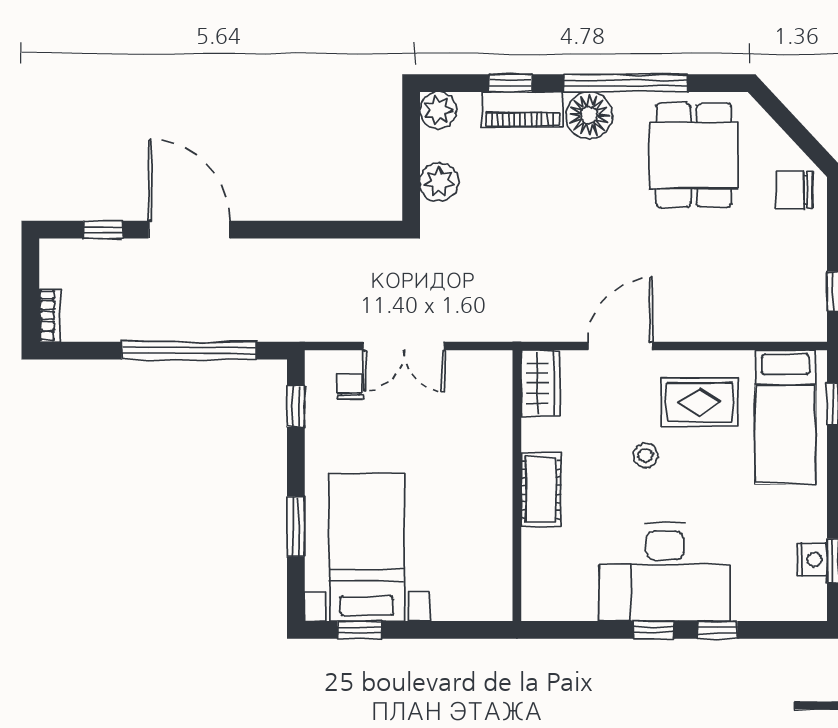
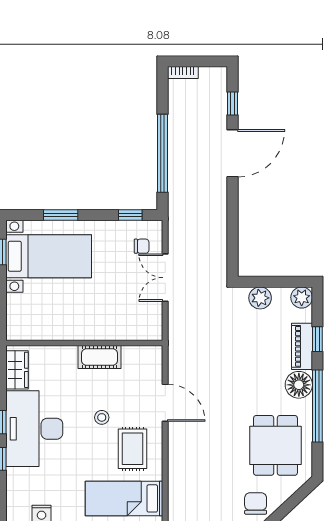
dining table: (694, 155) -> (275, 445), turned 90
wardrobe: (540, 383) -> (17, 370), moved, turned -90
cot: (541, 490) -> (99, 357), moved

